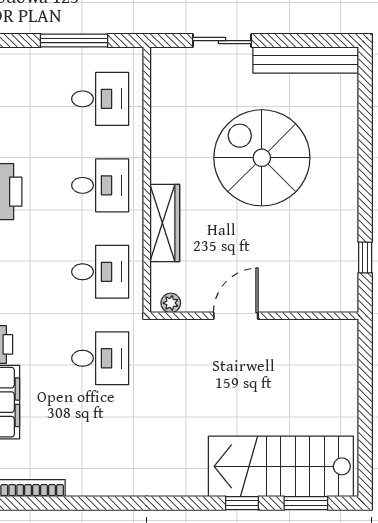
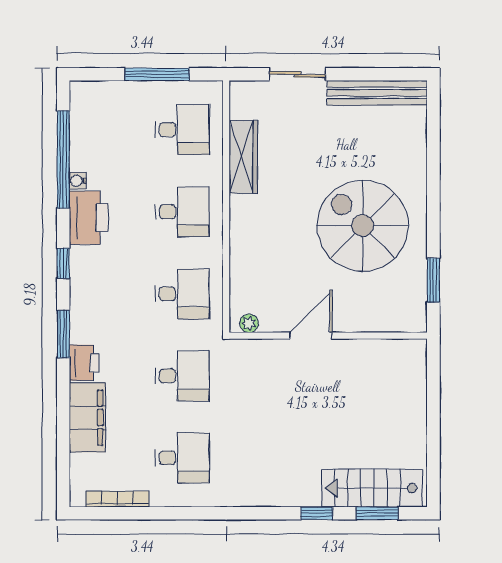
spiral stairs: (262, 158) -> (363, 226), moved
wardrobe: (165, 223) -> (243, 157), moved
window: (365, 257) -> (433, 280), width x1.50
desk: (100, 445) -> (182, 458), added
stairs: (281, 466) -> (372, 488), width x0.73, depth x0.66

